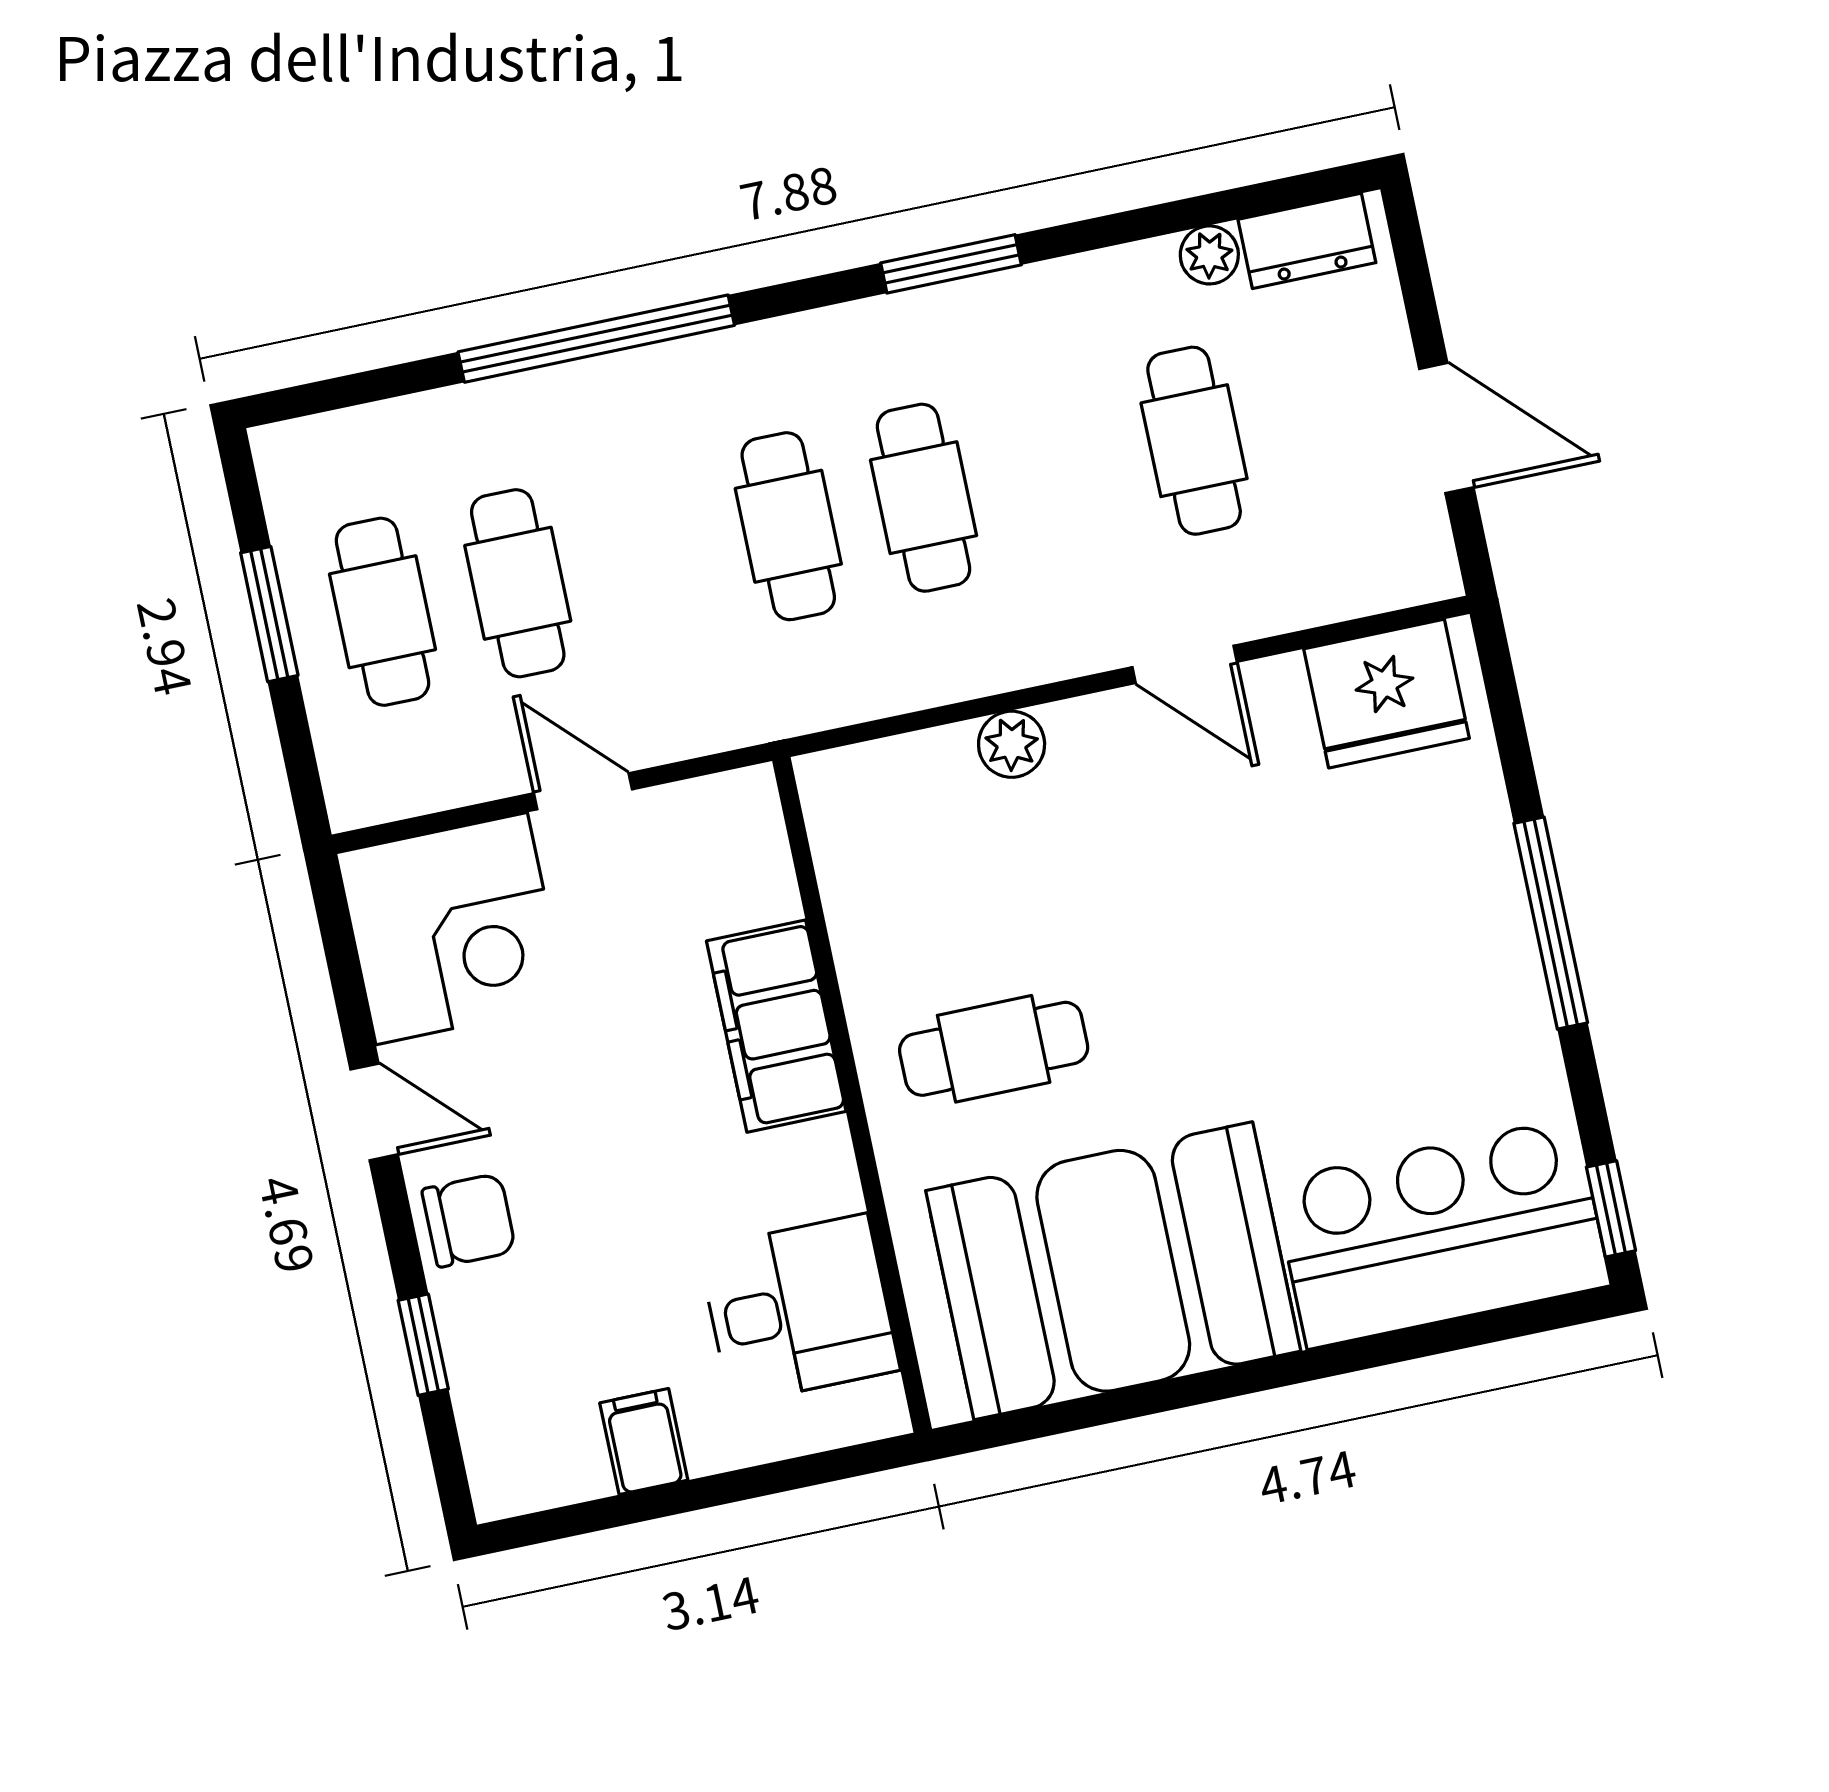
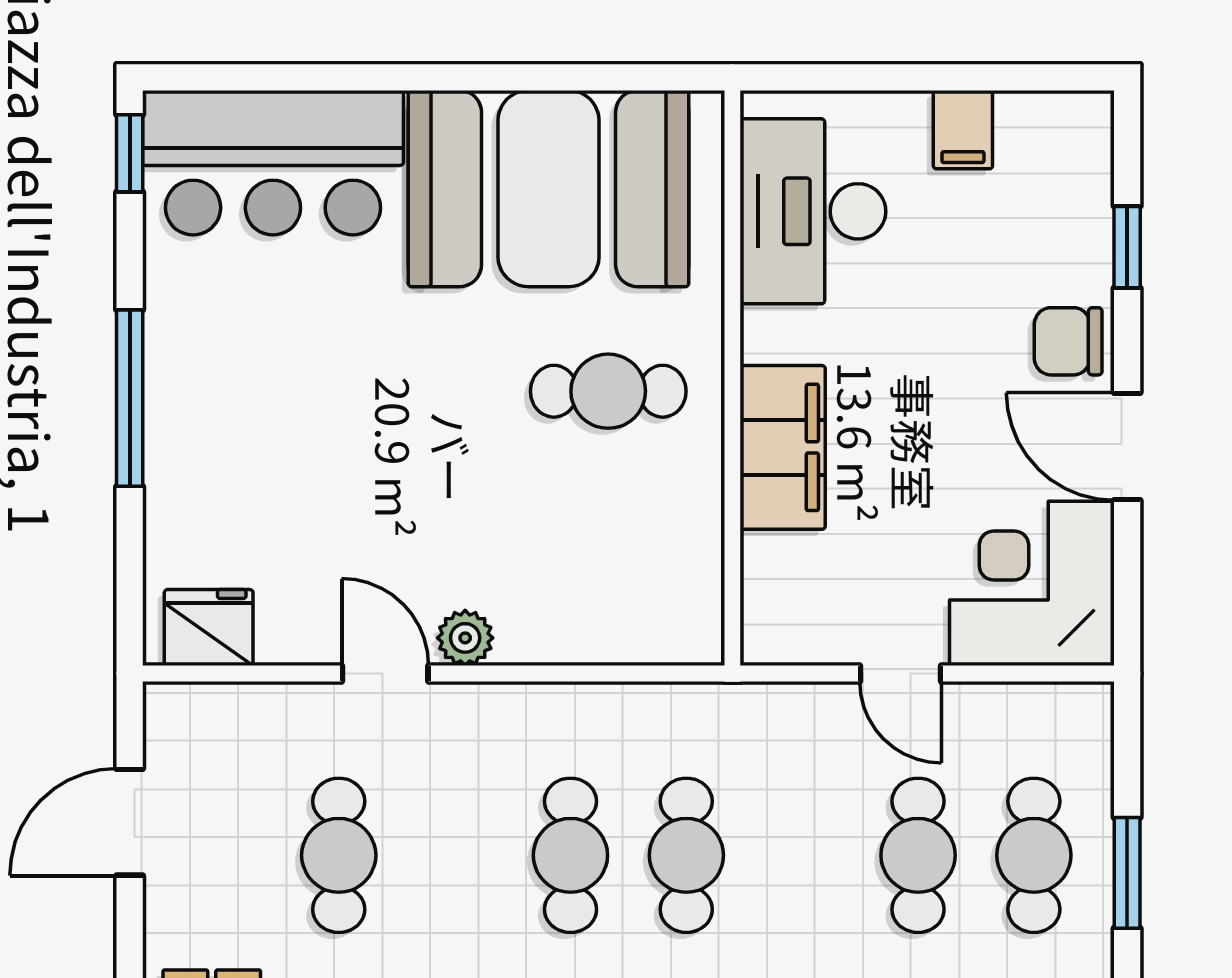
door: (1446, 428) -> (130, 822), hinge flipped
fridge: (1386, 694) -> (209, 628), width x0.73, depth x0.75
plant: (1012, 744) -> (465, 638), moved
door: (374, 1112) -> (1127, 447), width x1.38
desk: (799, 1309) -> (813, 211), width x1.37

